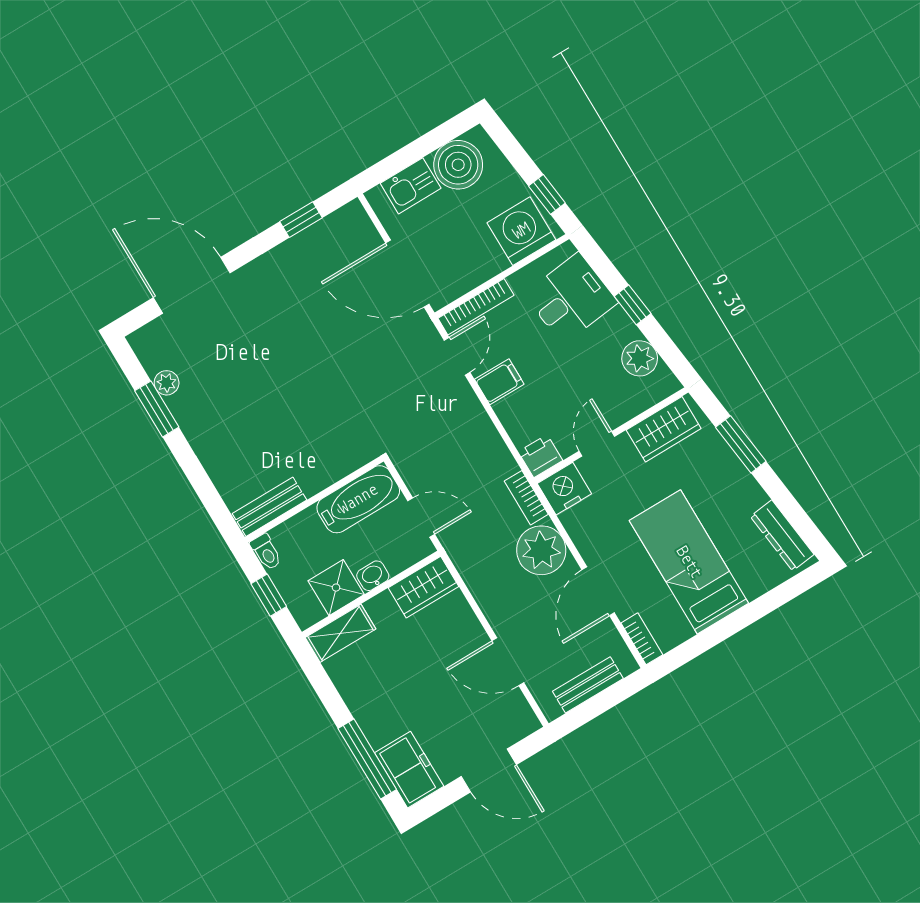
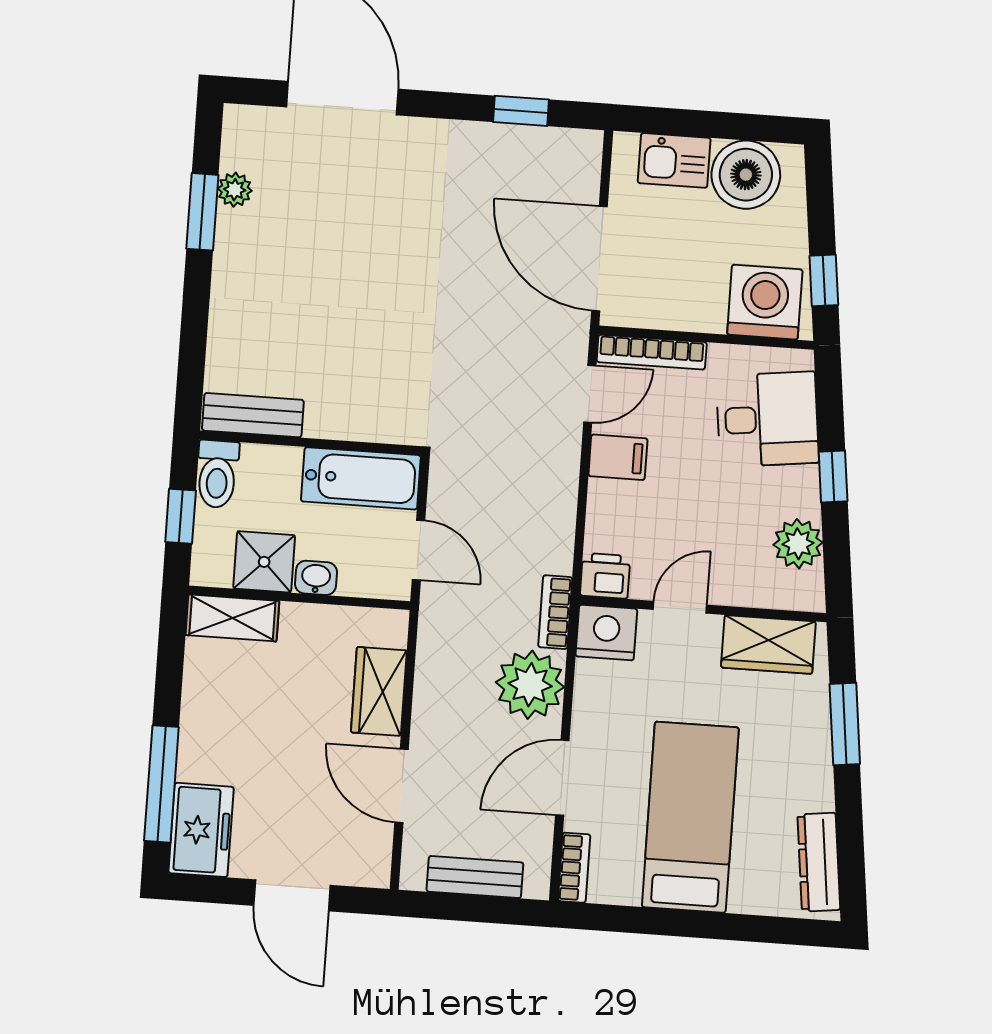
toilet: (266, 552) -> (217, 474), width x1.37, depth x1.39
wardrobe: (424, 587) -> (379, 691), moved, turned 90

